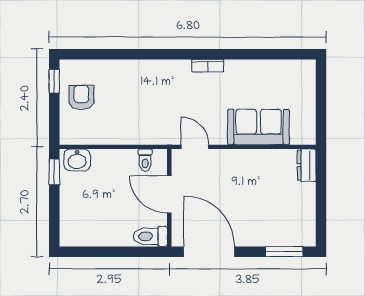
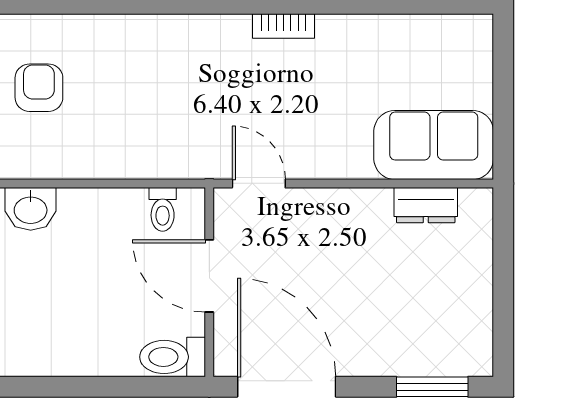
sofa: (259, 127) -> (434, 145), moved
dresser: (307, 165) -> (426, 205), moved, turned -90

